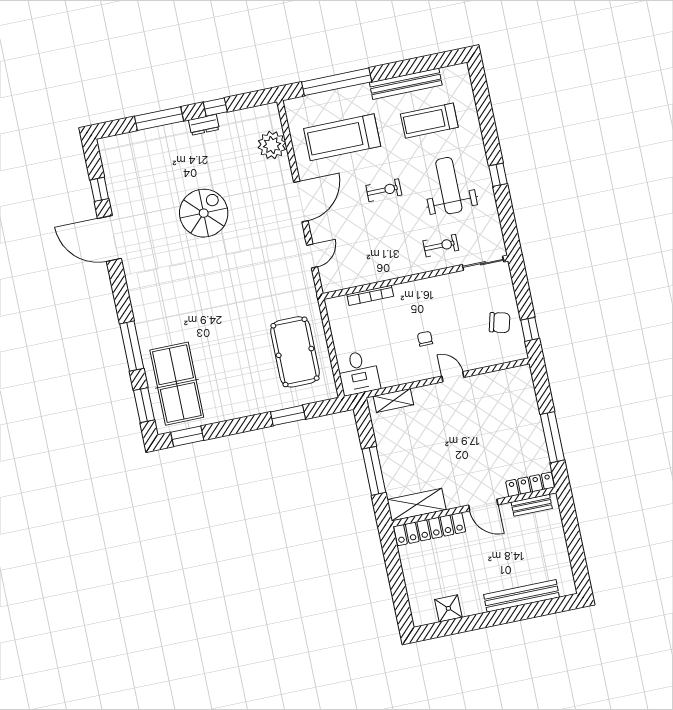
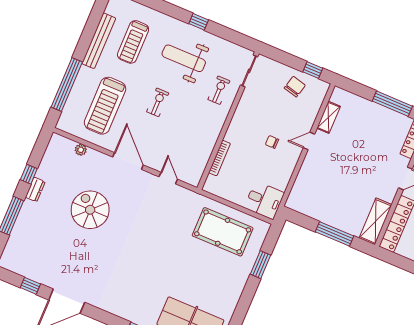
plant: (272, 145) -> (81, 150), width x0.53, depth x0.53
spiral stairs: (204, 213) -> (90, 210), moved
shelving: (393, 400) -> (328, 117), moved

